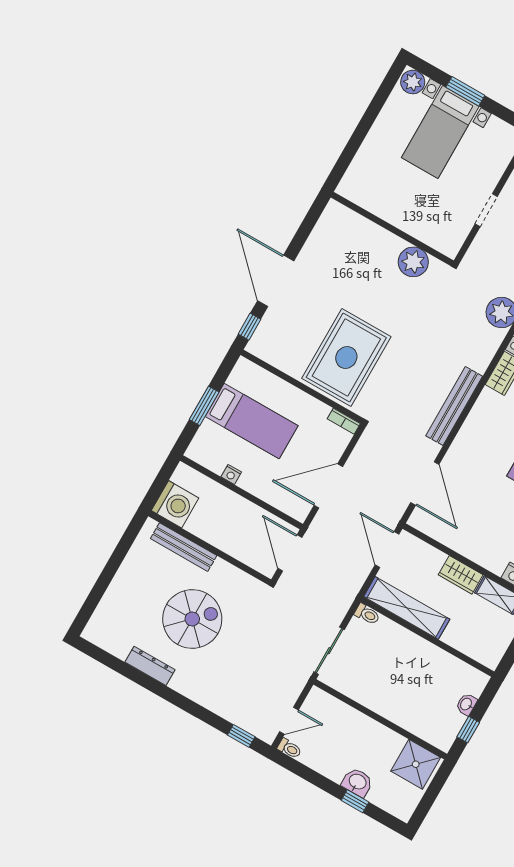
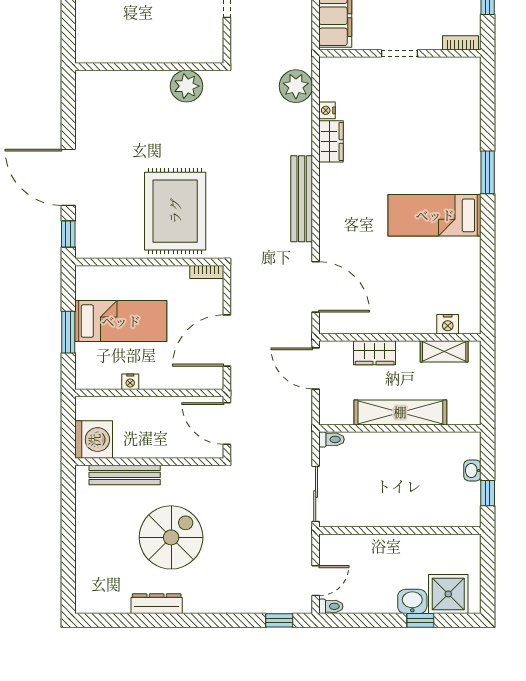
wardrobe: (461, 575) -> (375, 353), moved
shelving: (407, 608) -> (400, 412), moved
shower: (416, 764) -> (448, 594), moved

